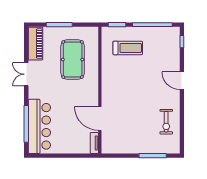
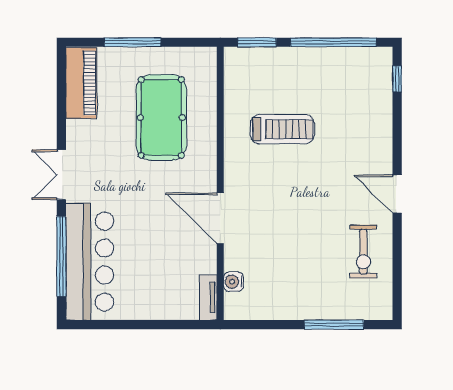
treadmill: (128, 48) -> (282, 129), moved
double door: (26, 74) -> (61, 175), moved
door: (182, 81) -> (397, 194), moved
door: (100, 118) -> (220, 218), moved
water cooler: (106, 136) -> (233, 282), added

